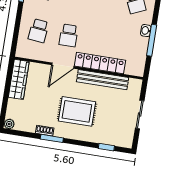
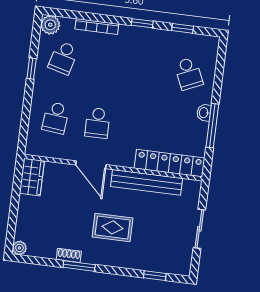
locker: (100, 63) -> (170, 163), moved
door: (63, 66) -> (91, 165), hinge flipped
wardrobe: (19, 79) -> (32, 177), width x0.67
rug: (77, 111) -> (113, 227), width x0.73, depth x0.70

